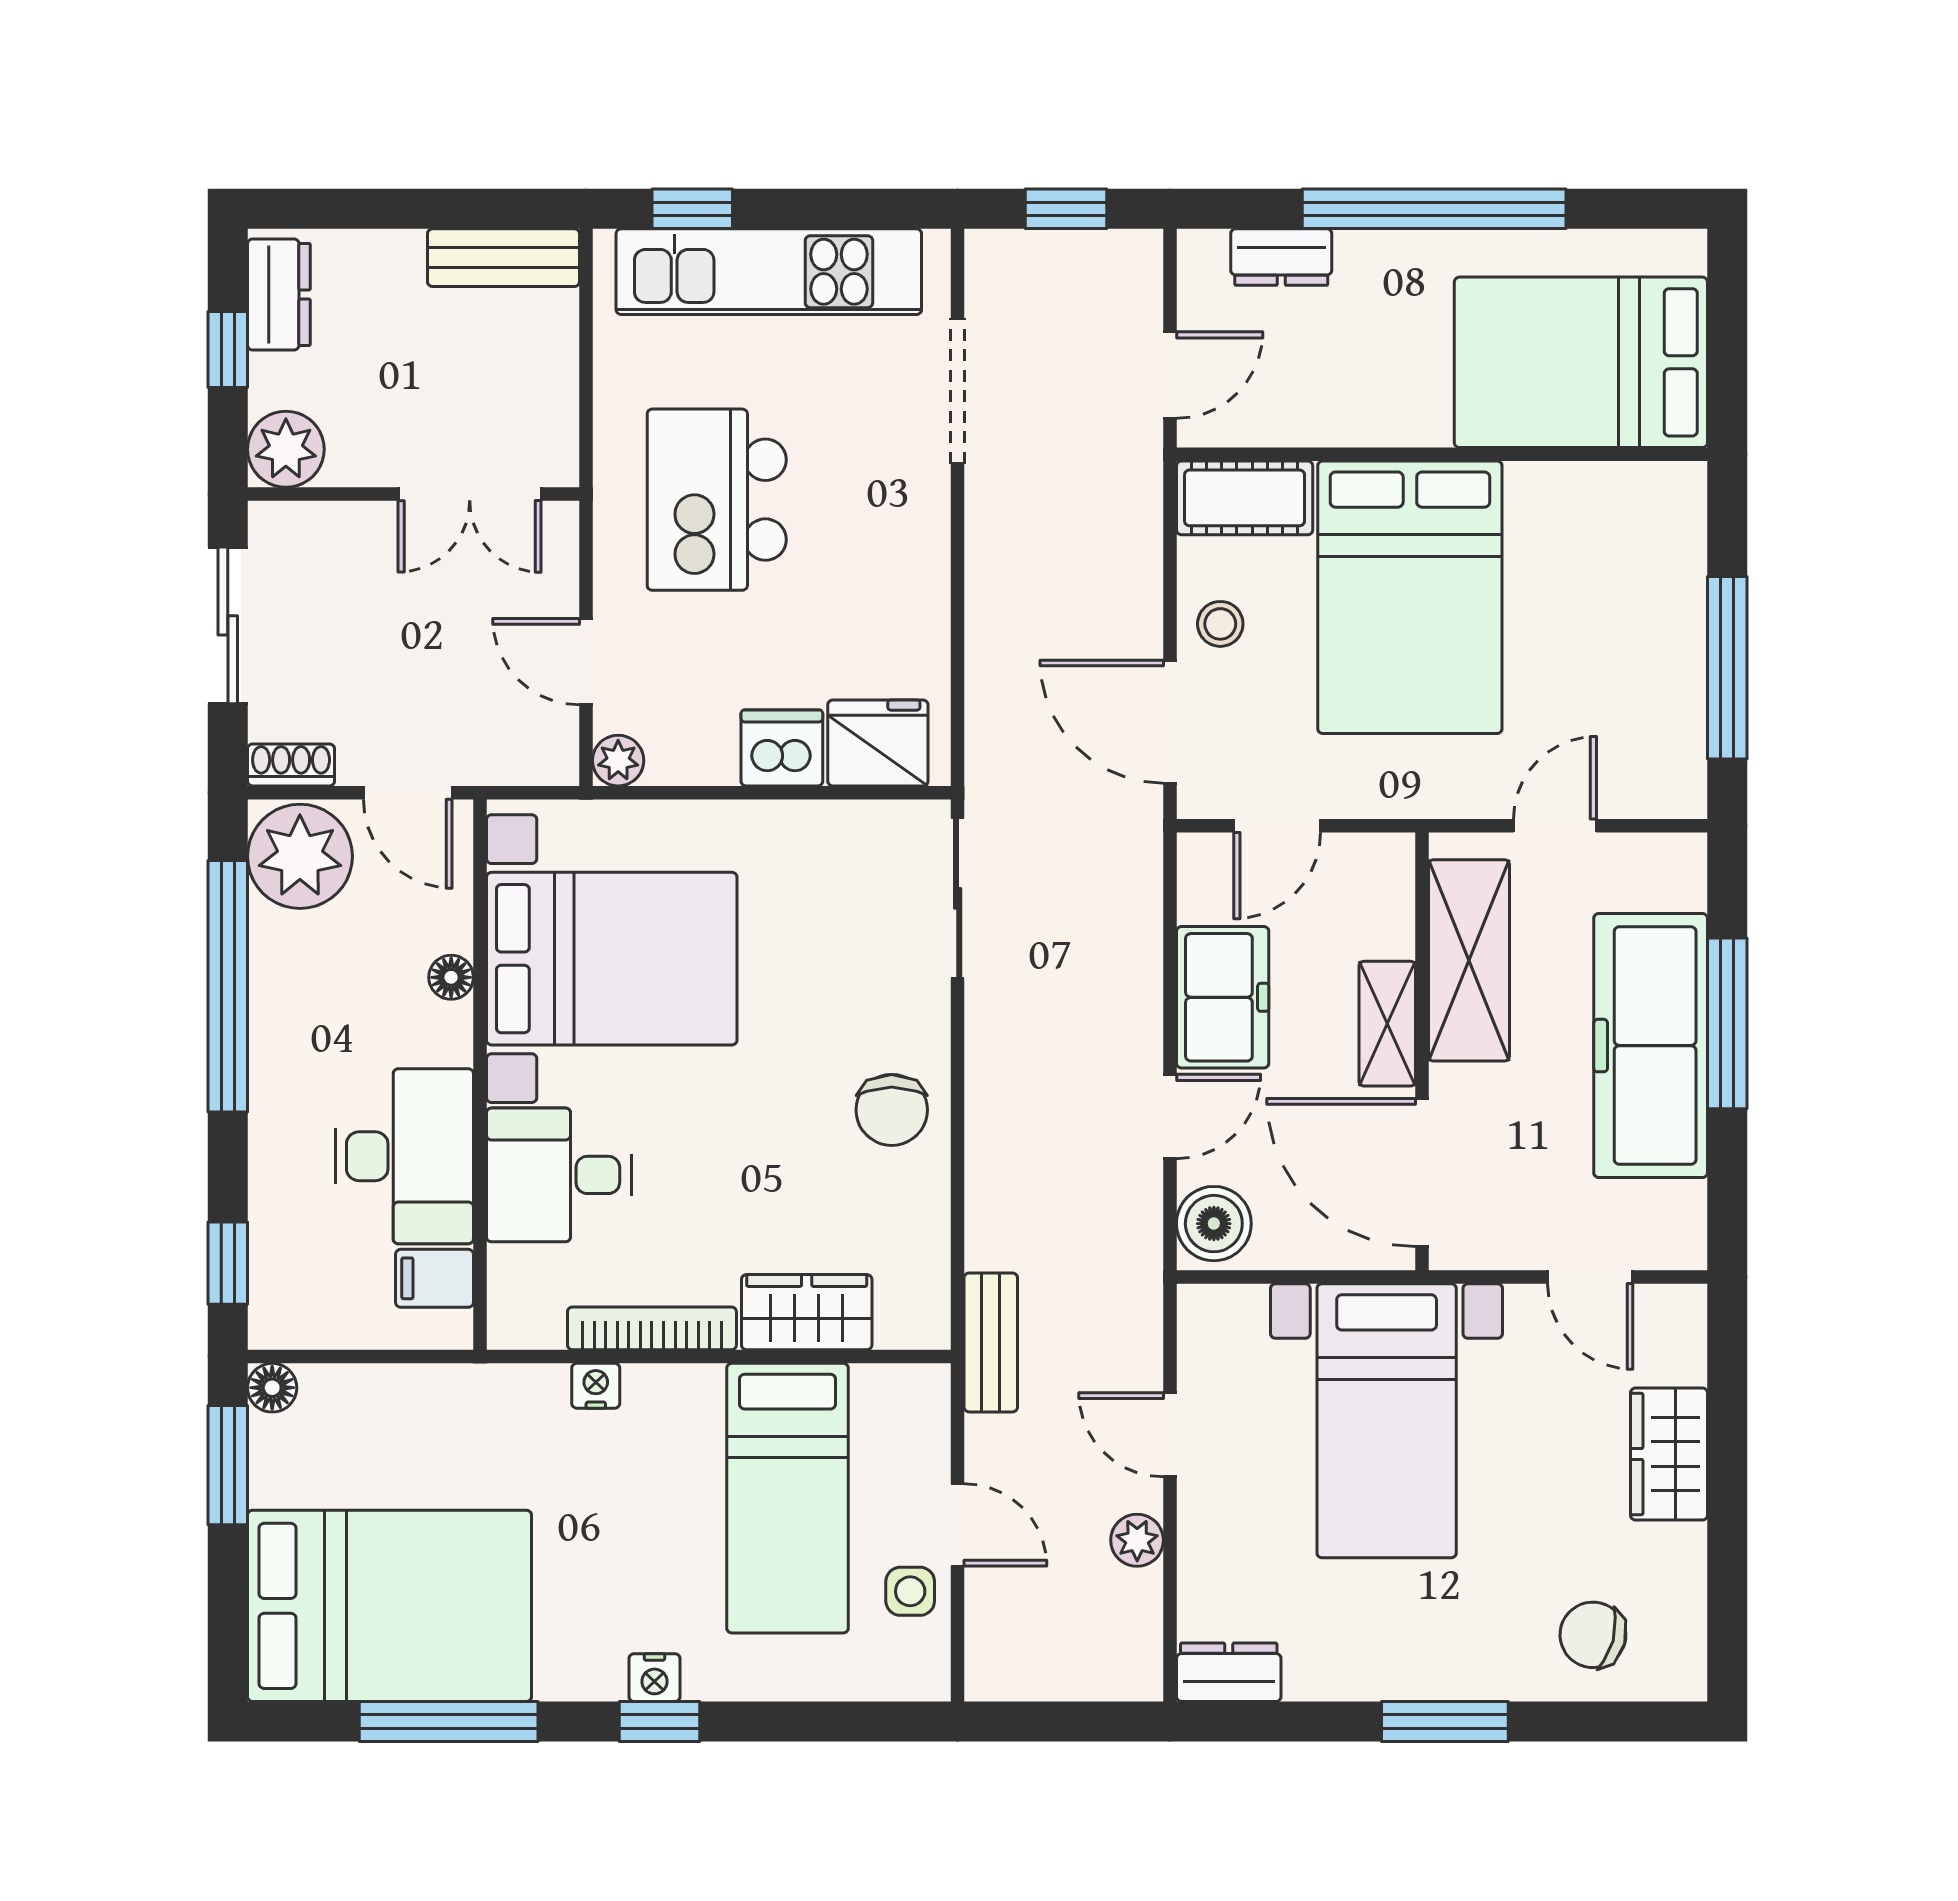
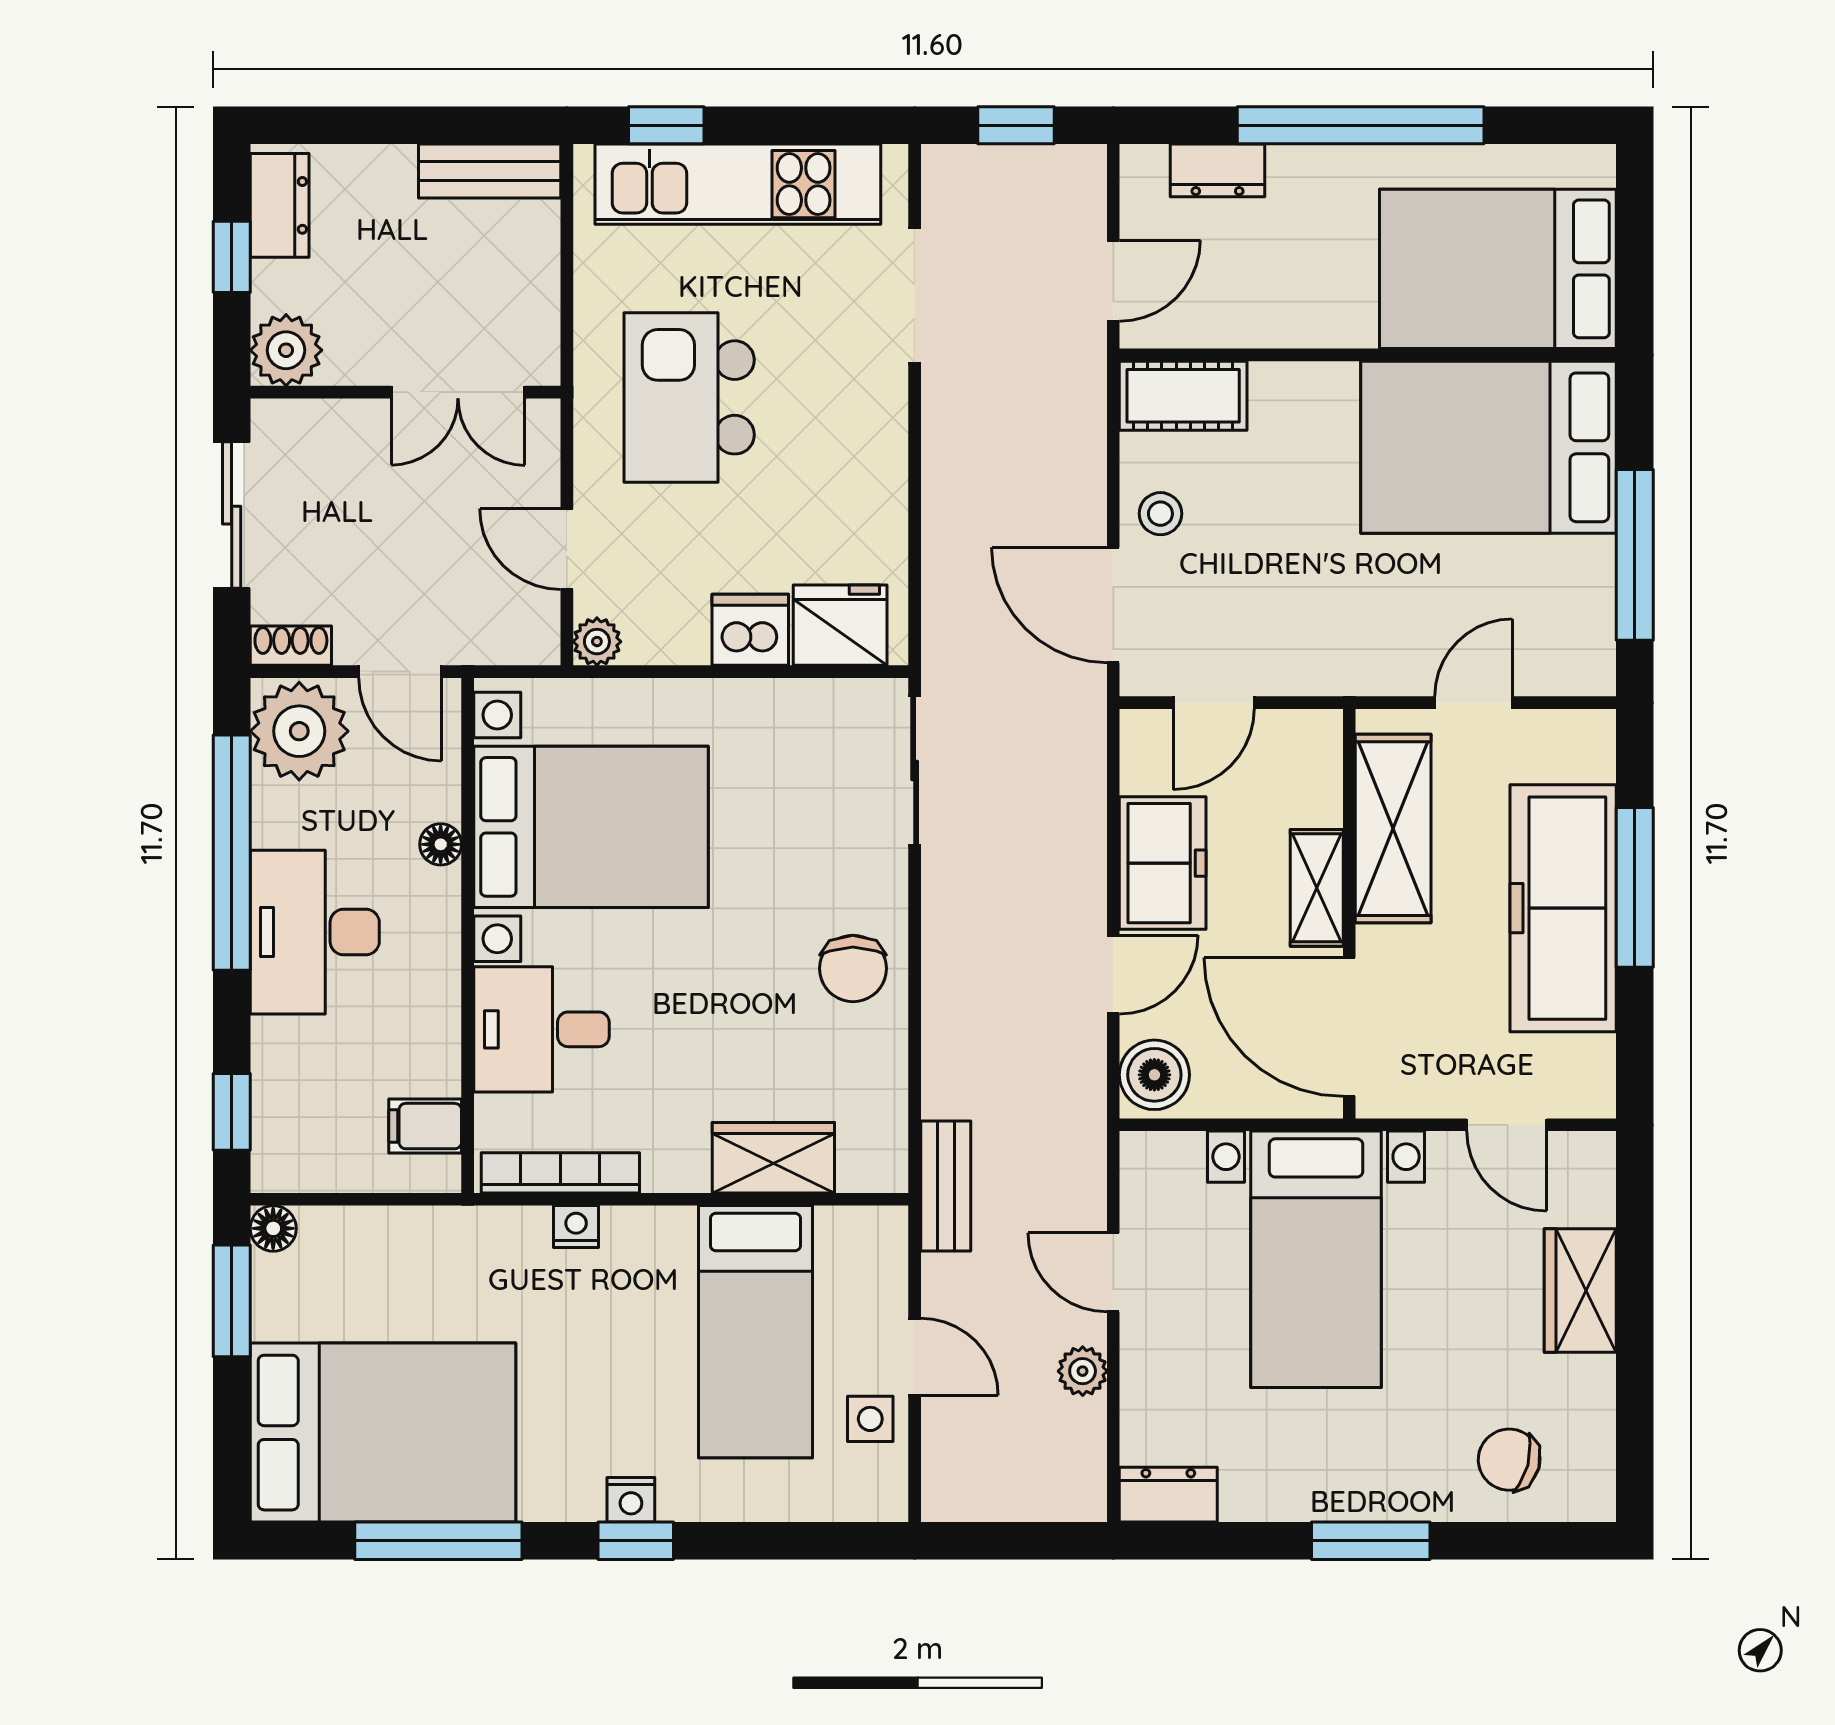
bed: (1410, 597) -> (1489, 447), moved, turned 90
desk: (404, 1156) -> (315, 932), moved, turned 180
bookcase: (652, 1328) -> (560, 1173), moved

